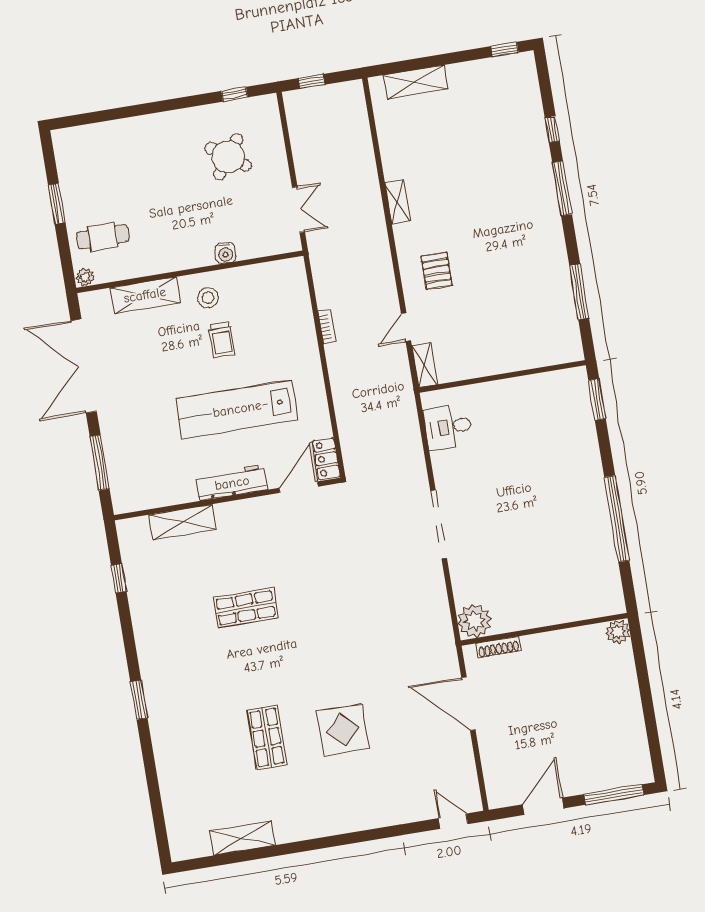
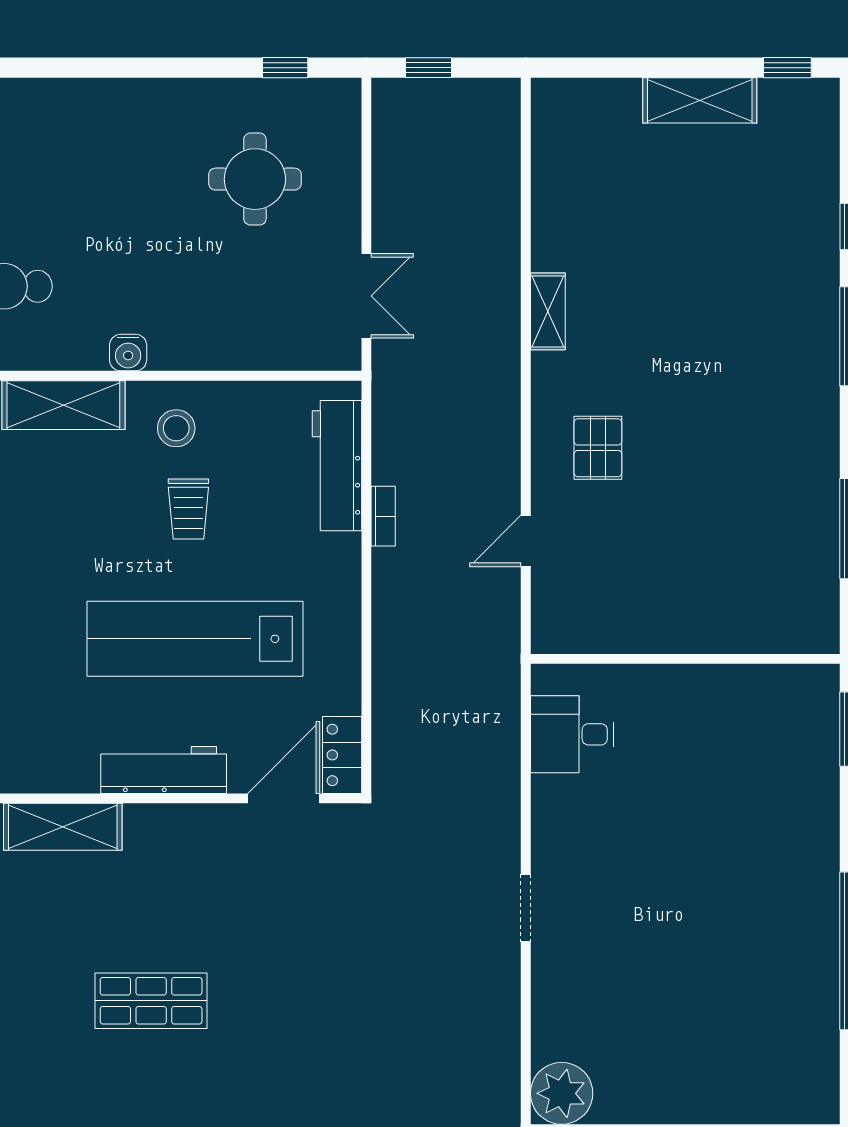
shelving: (416, 82) -> (700, 100), moved
round table: (228, 157) -> (255, 179), turned -36
water cooler: (225, 253) -> (128, 353), moved
workbench: (298, 304) -> (337, 466), added
shelving: (425, 365) -> (548, 615), removed
doorway: (439, 524) -> (526, 908), width x0.53

